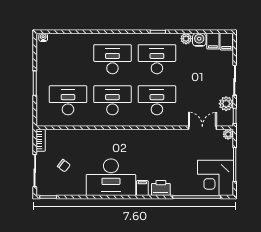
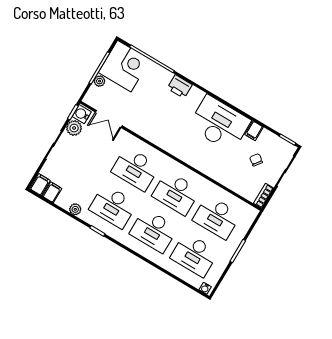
water cooler: (199, 40) -> (82, 114), moved, turned 90
desk: (68, 59) -> (194, 255), added
plant: (228, 134) -> (100, 81), moved
filing cabinet: (142, 188) -> (254, 131), moved

